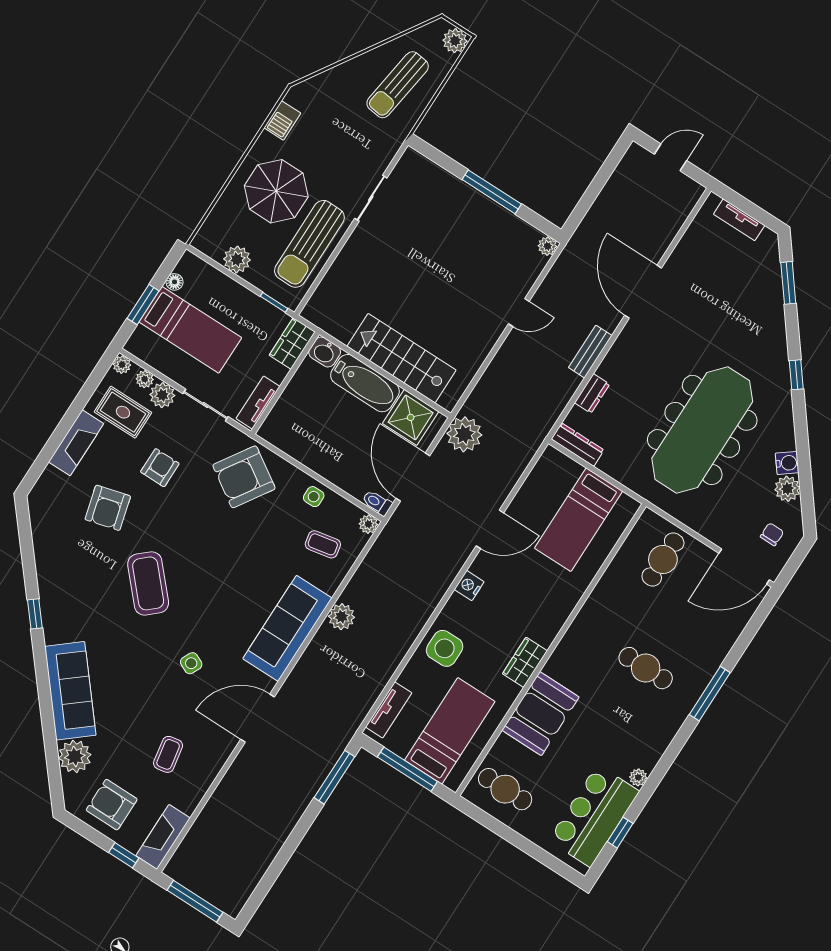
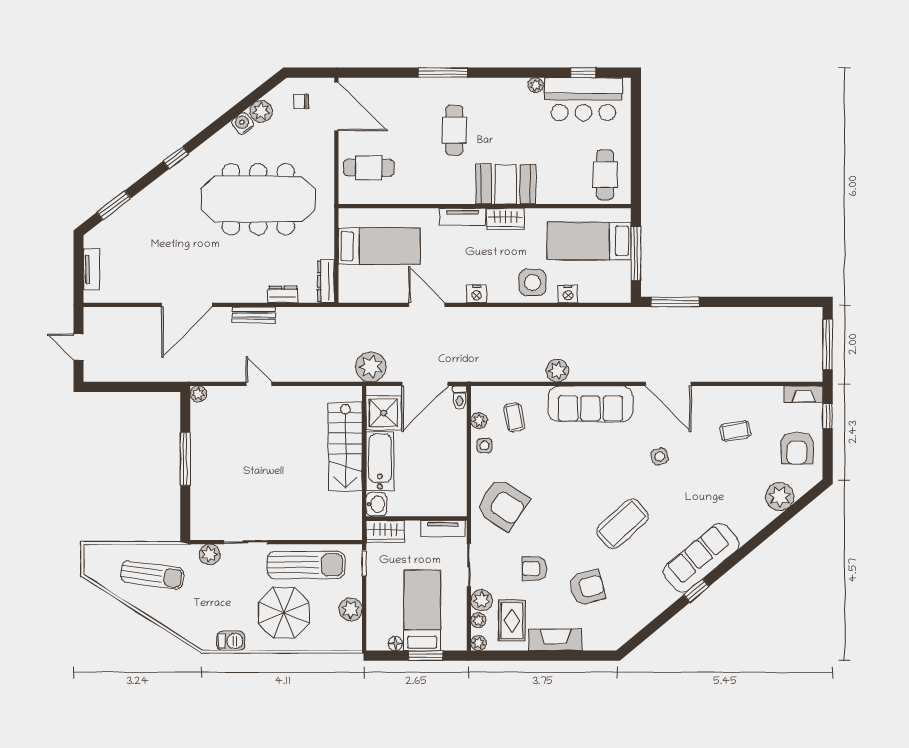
plant: (455, 41) -> (210, 554), moved
plant: (368, 524) -> (479, 421), moved
side table: (191, 663) -> (660, 456), turned 45
nightstand: (411, 676) -> (568, 294), added
sofa: (70, 691) -> (701, 558), moved
tv unit: (389, 710) -> (462, 217), moved, turned 180
booth: (540, 714) -> (506, 184), moved
fireplace: (163, 837) -> (803, 394), width x0.73, depth x0.76

